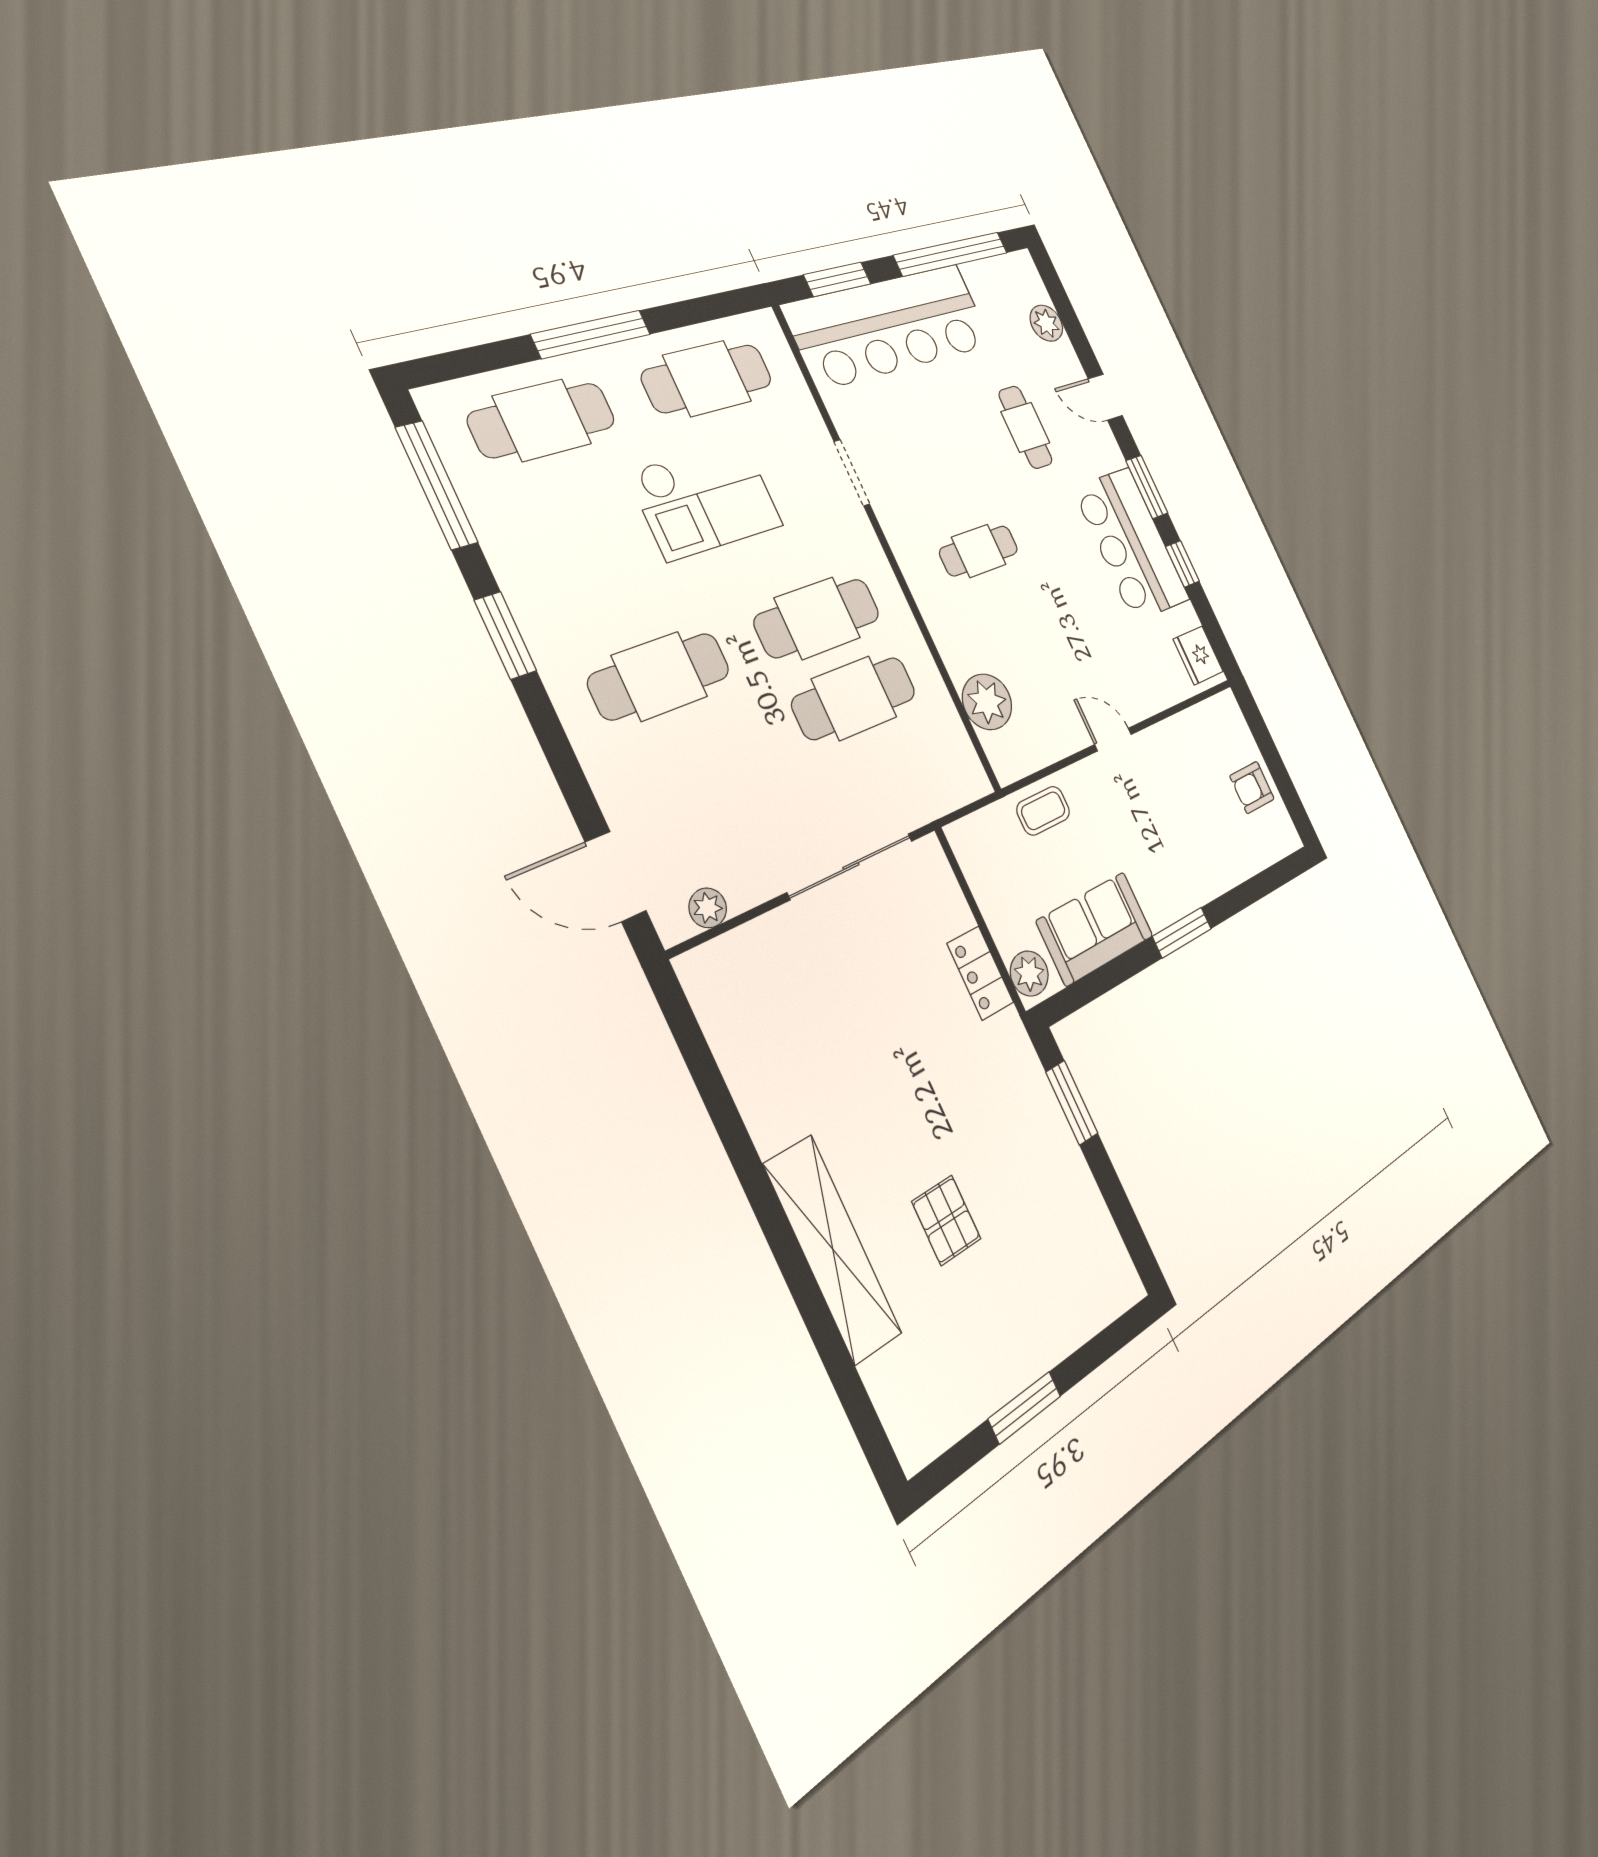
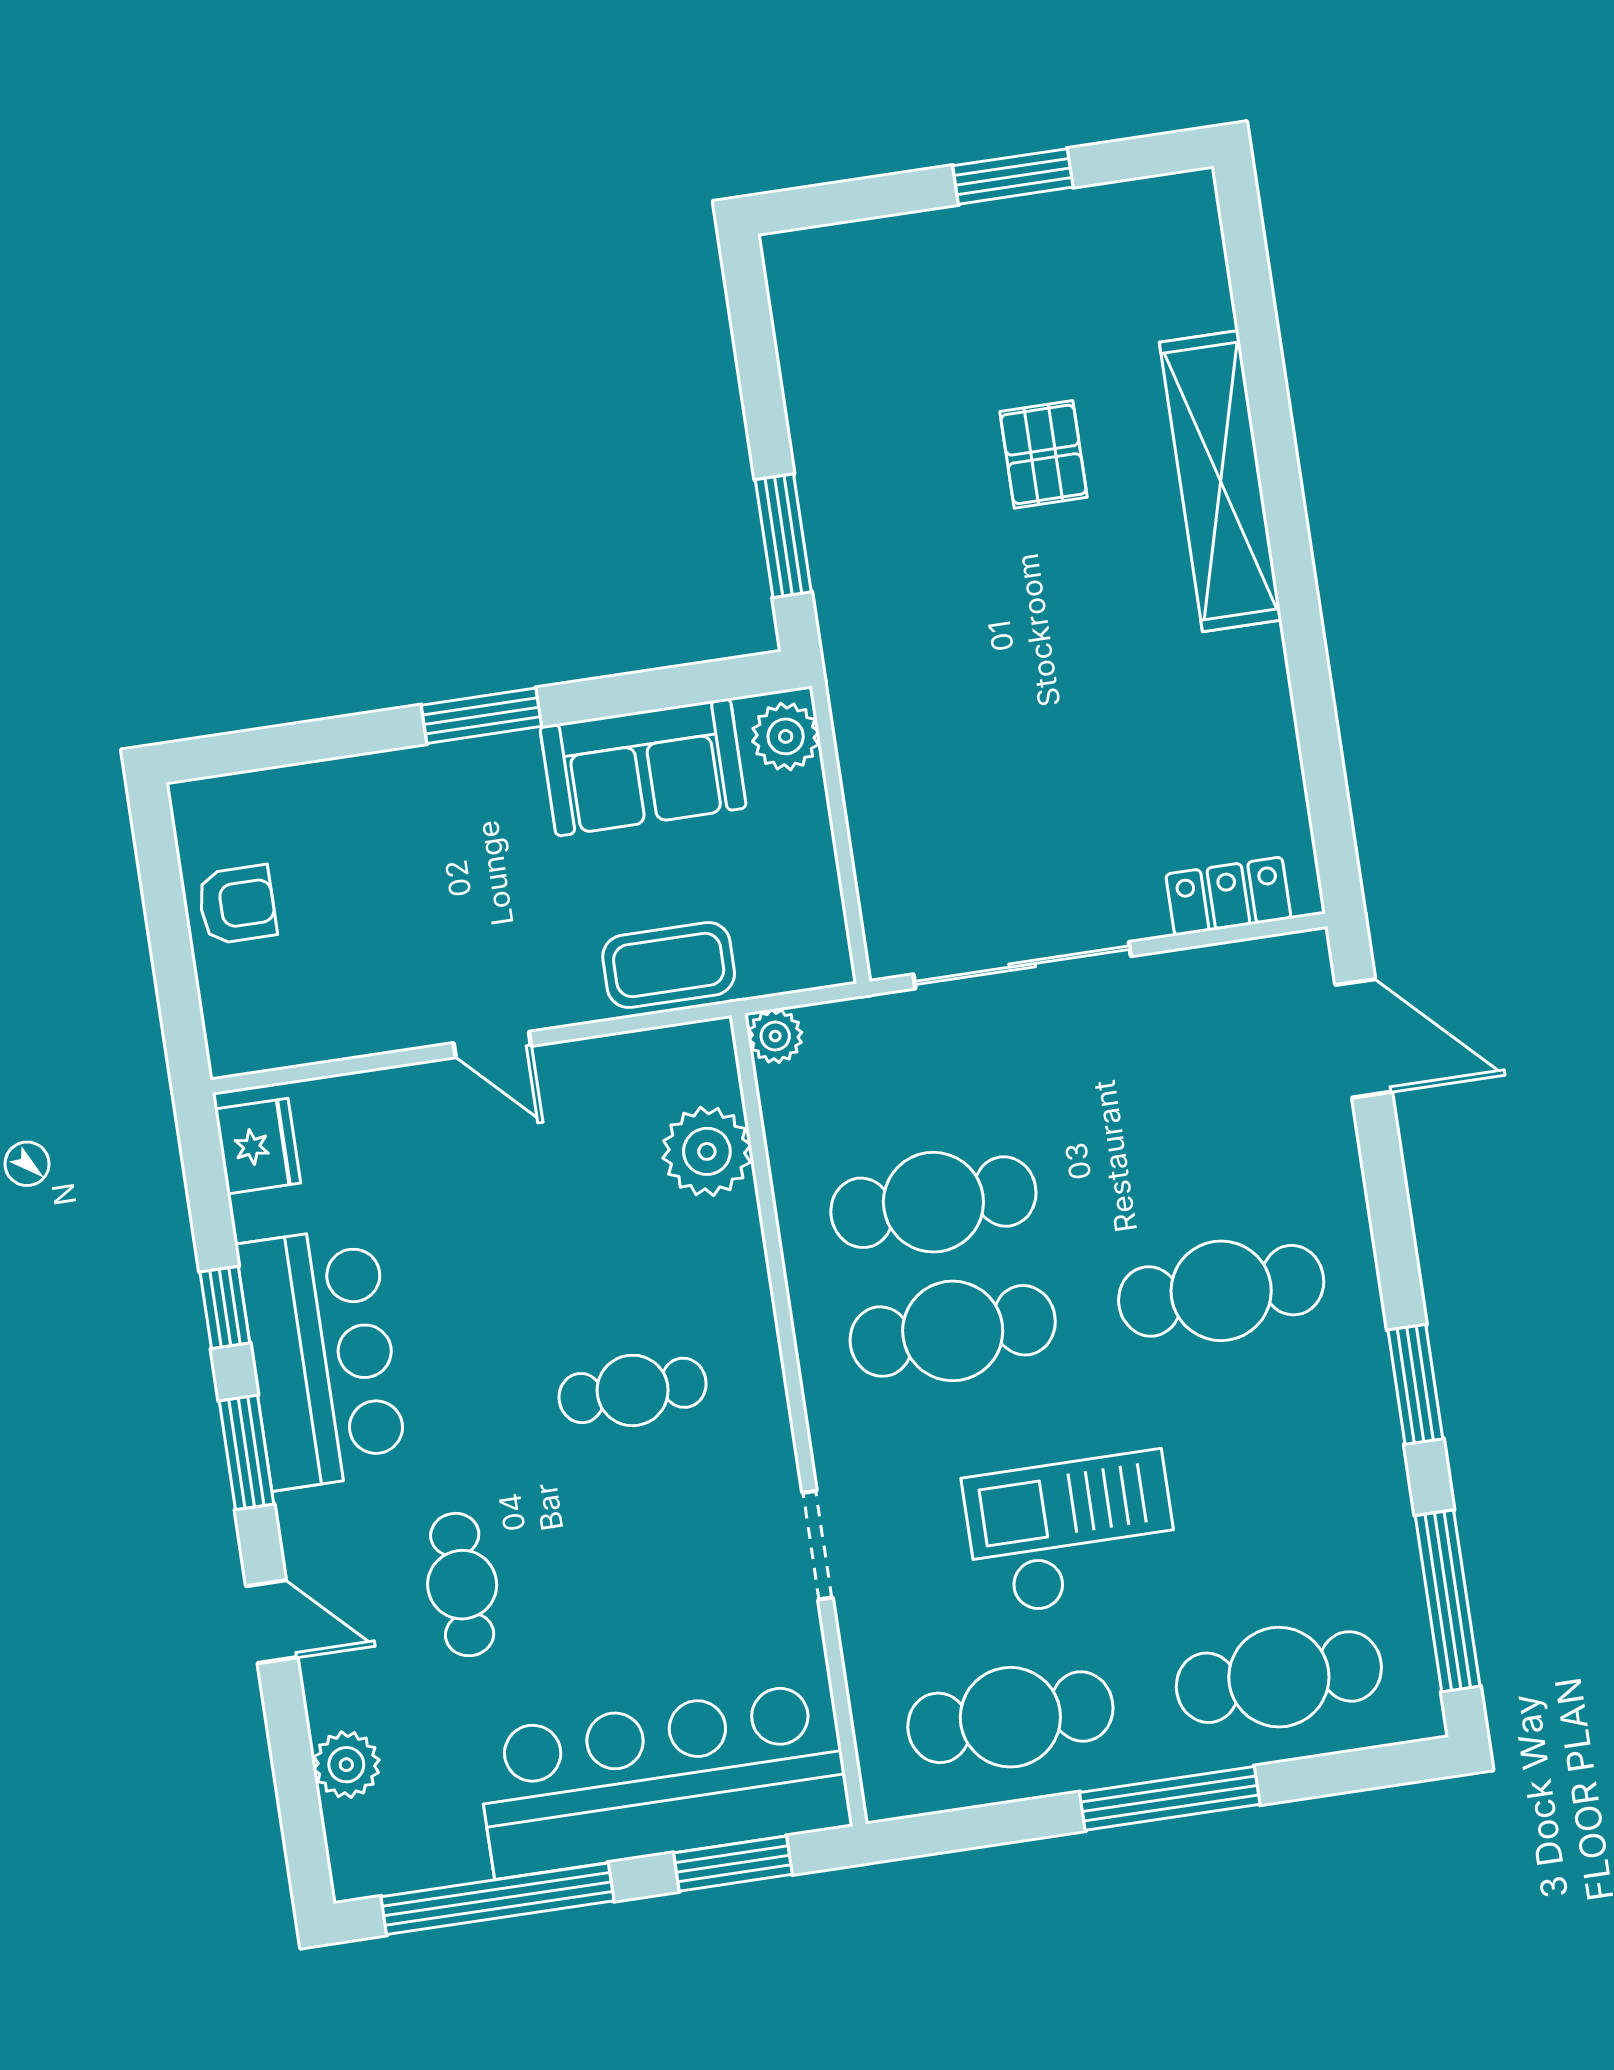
coffee table: (1043, 811) -> (669, 965), width x1.36, depth x1.30
plant: (708, 908) -> (775, 1036), moved
locker: (980, 973) -> (1228, 896), moved, turned -90

